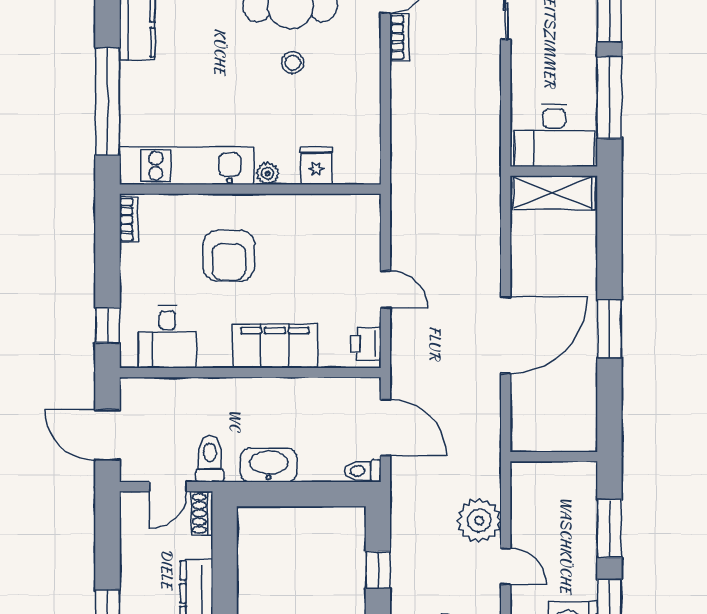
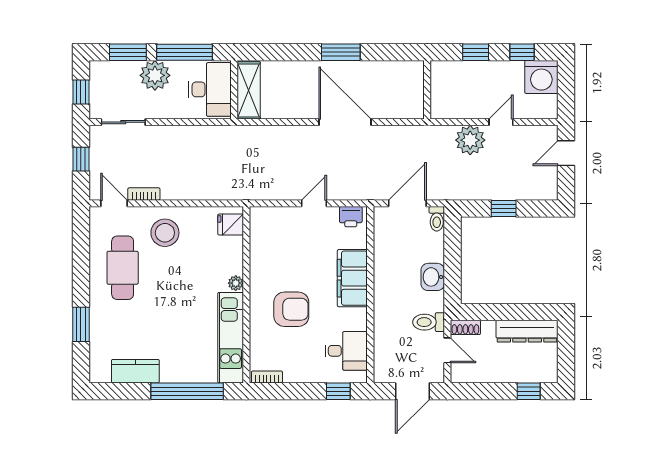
plant: (575, 54) -> (155, 75), added
stool: (293, 63) -> (165, 233), moved, width x1.89, depth x1.89
fridge: (316, 166) -> (231, 225), moved
washbasin: (269, 465) -> (433, 277), width x0.72
window: (609, 529) -> (476, 52), width x0.67

